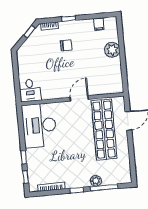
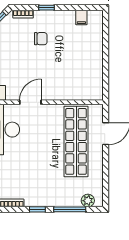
plant: (112, 50) -> (94, 49), removed
door: (79, 98) -> (30, 102), moved
plant: (96, 181) -> (88, 201), moved

